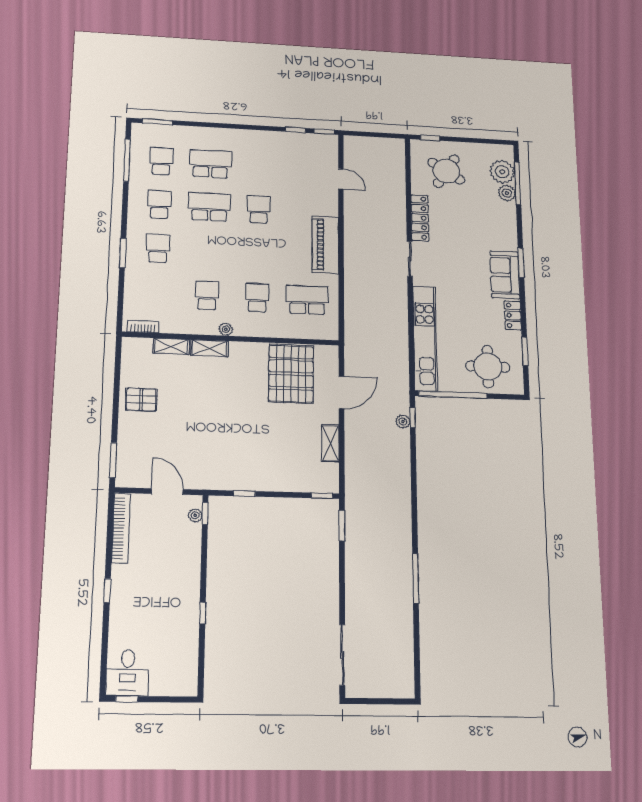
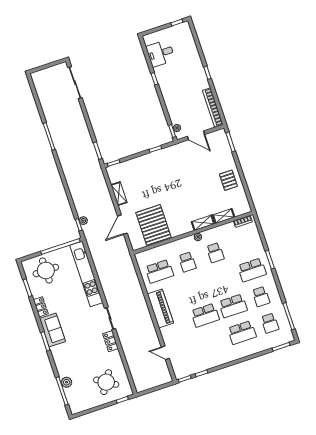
plant: (502, 172) -> (73, 395), removed
school desk: (259, 209) -> (205, 315), width x1.85
locker: (420, 218) -> (110, 341), width x0.66
school desk: (158, 248) -> (252, 270), width x1.85
pallet: (141, 399) -> (228, 180), turned 90
desk: (128, 673) -> (160, 53), moved, turned -90

